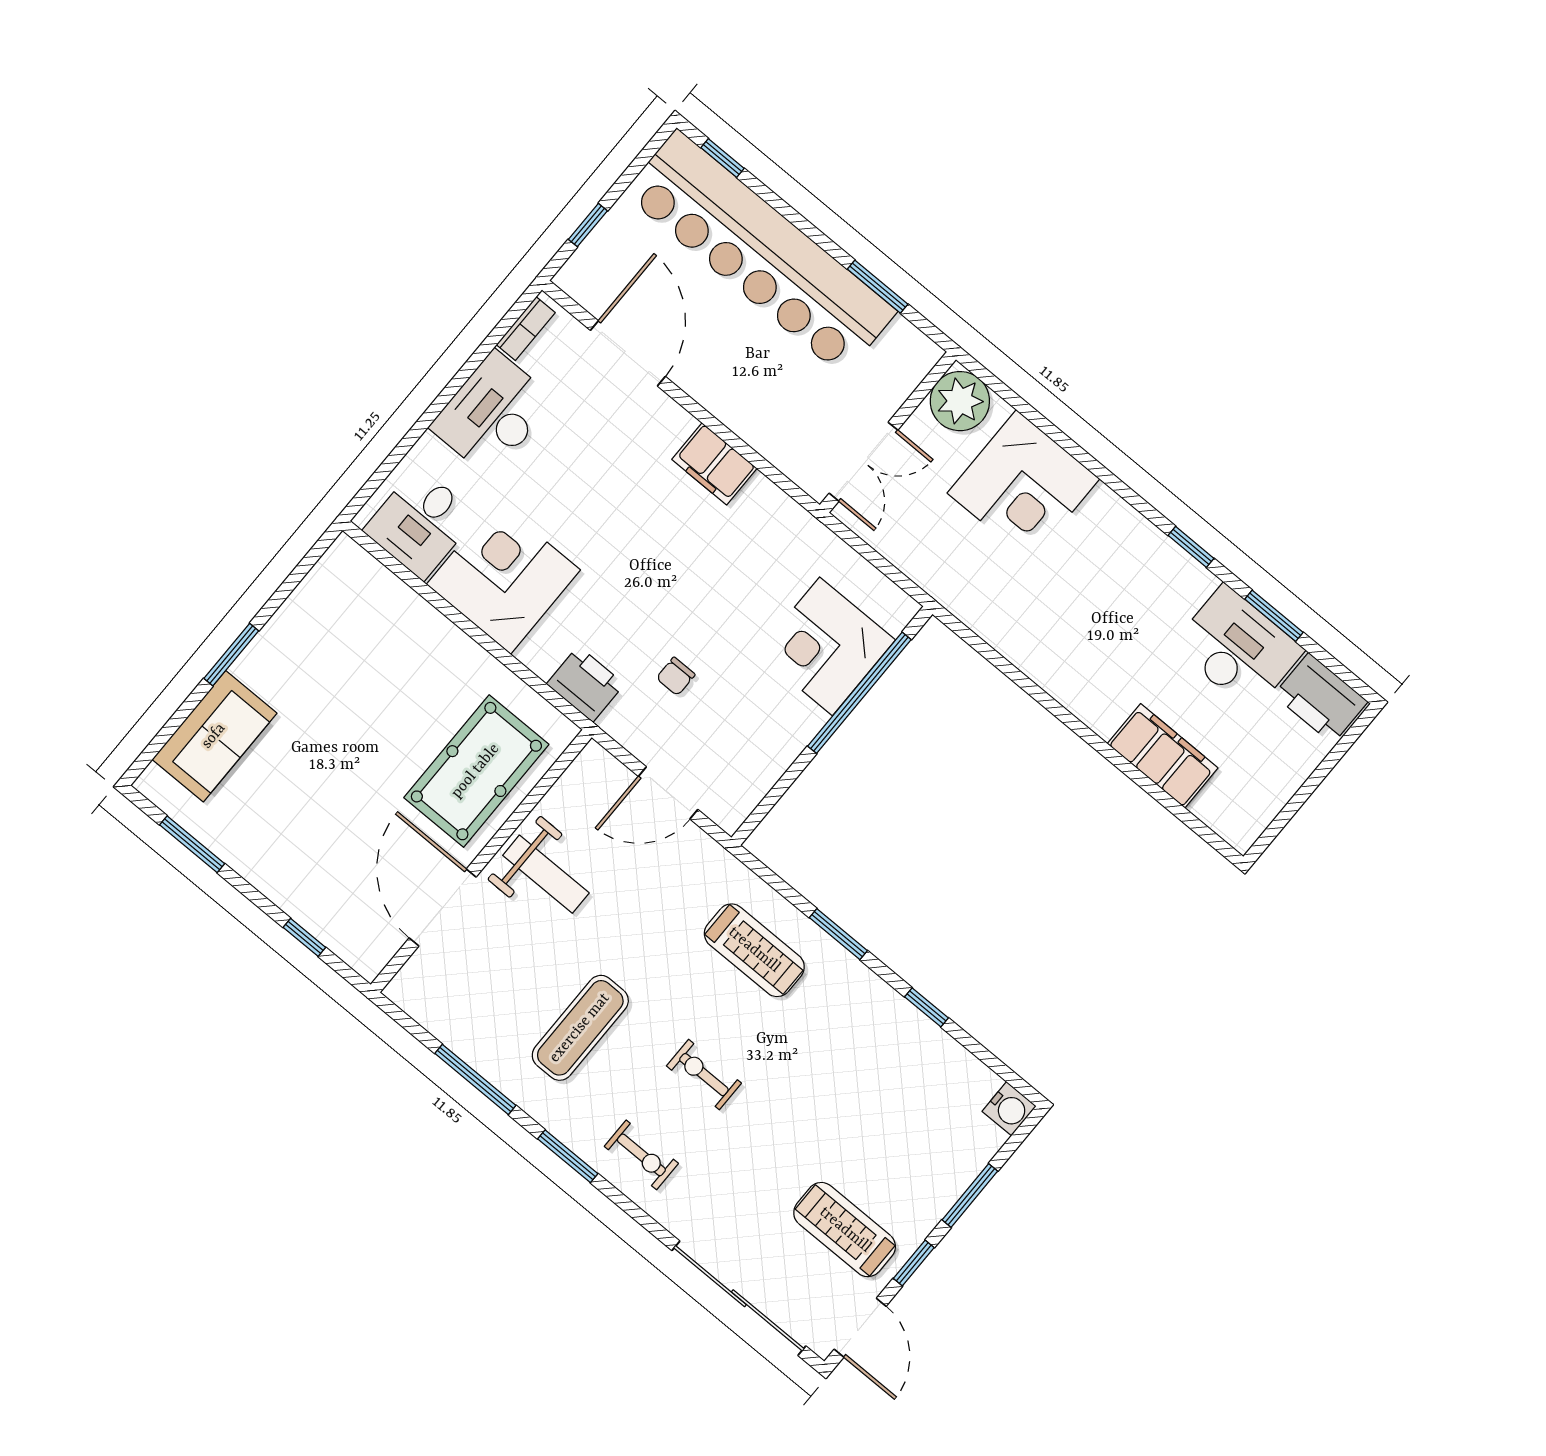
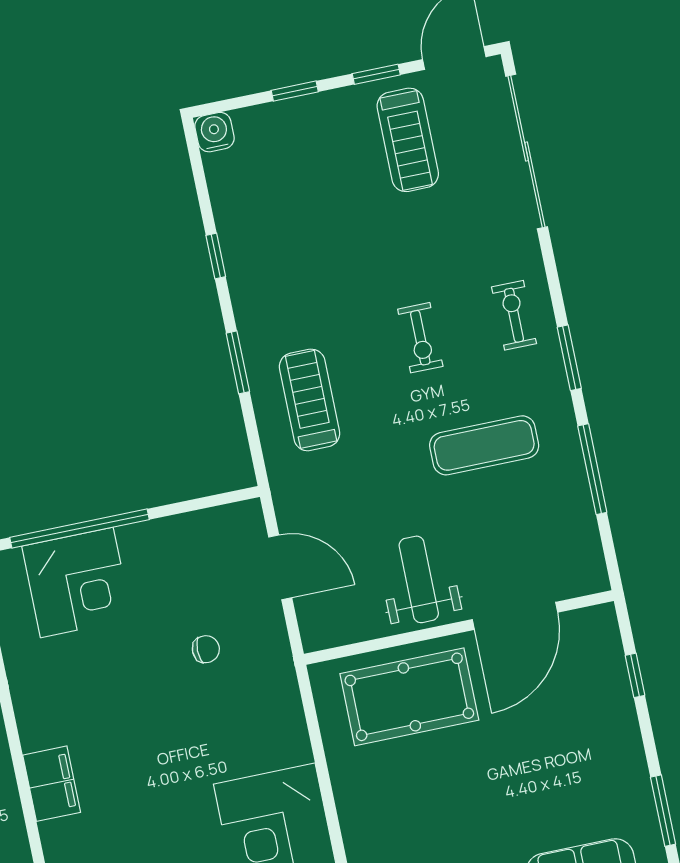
printer: (585, 684) -> (277, 697), removed
window: (970, 1195) -> (295, 91), width x0.67

